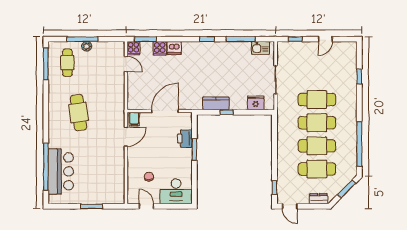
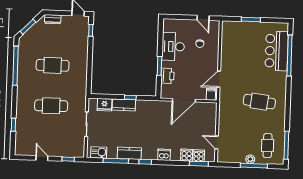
door: (325, 39) -> (42, 158), hinge flipped
cooker: (133, 48) -> (199, 156), moved
dishwasher: (174, 48) -> (164, 155), moved
kitchen counter: (225, 48) -> (129, 153), added
kitchen counter: (216, 103) -> (124, 105), moved
cafe table: (79, 113) -> (259, 102), turned -75
cafe table: (317, 123) -> (52, 86), removed
cafe table: (317, 169) -> (53, 45), removed
desk: (176, 191) -> (173, 47), moved, turned -90

